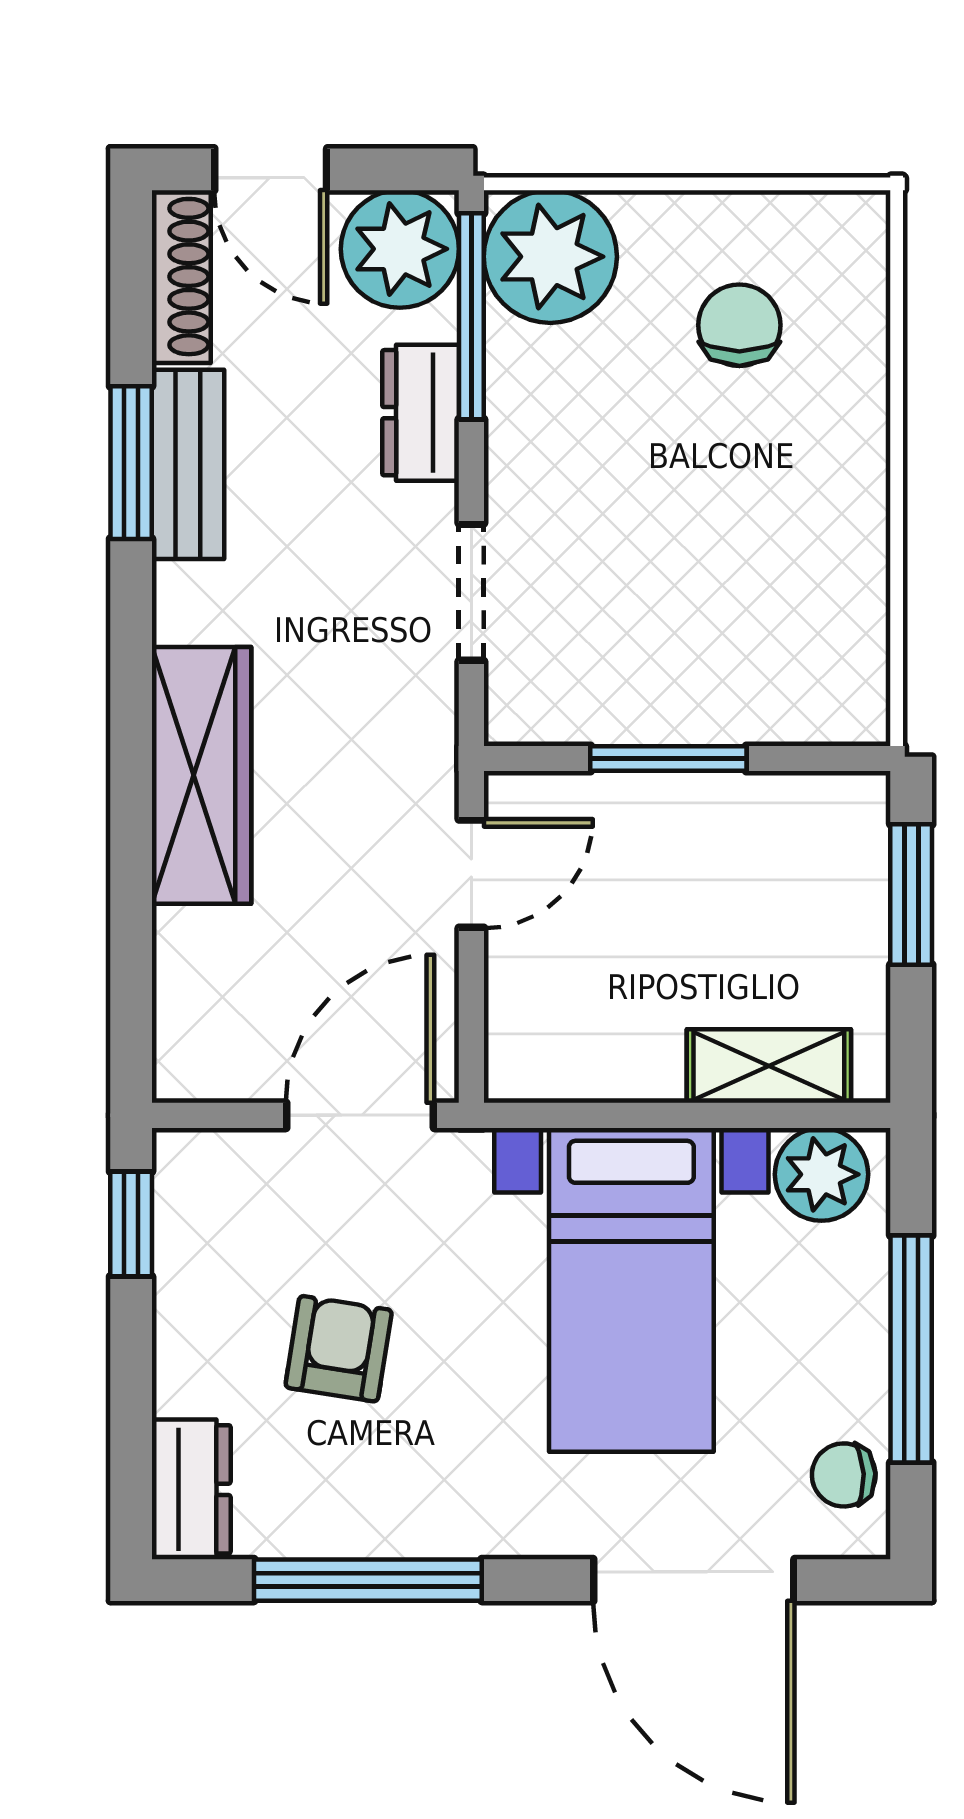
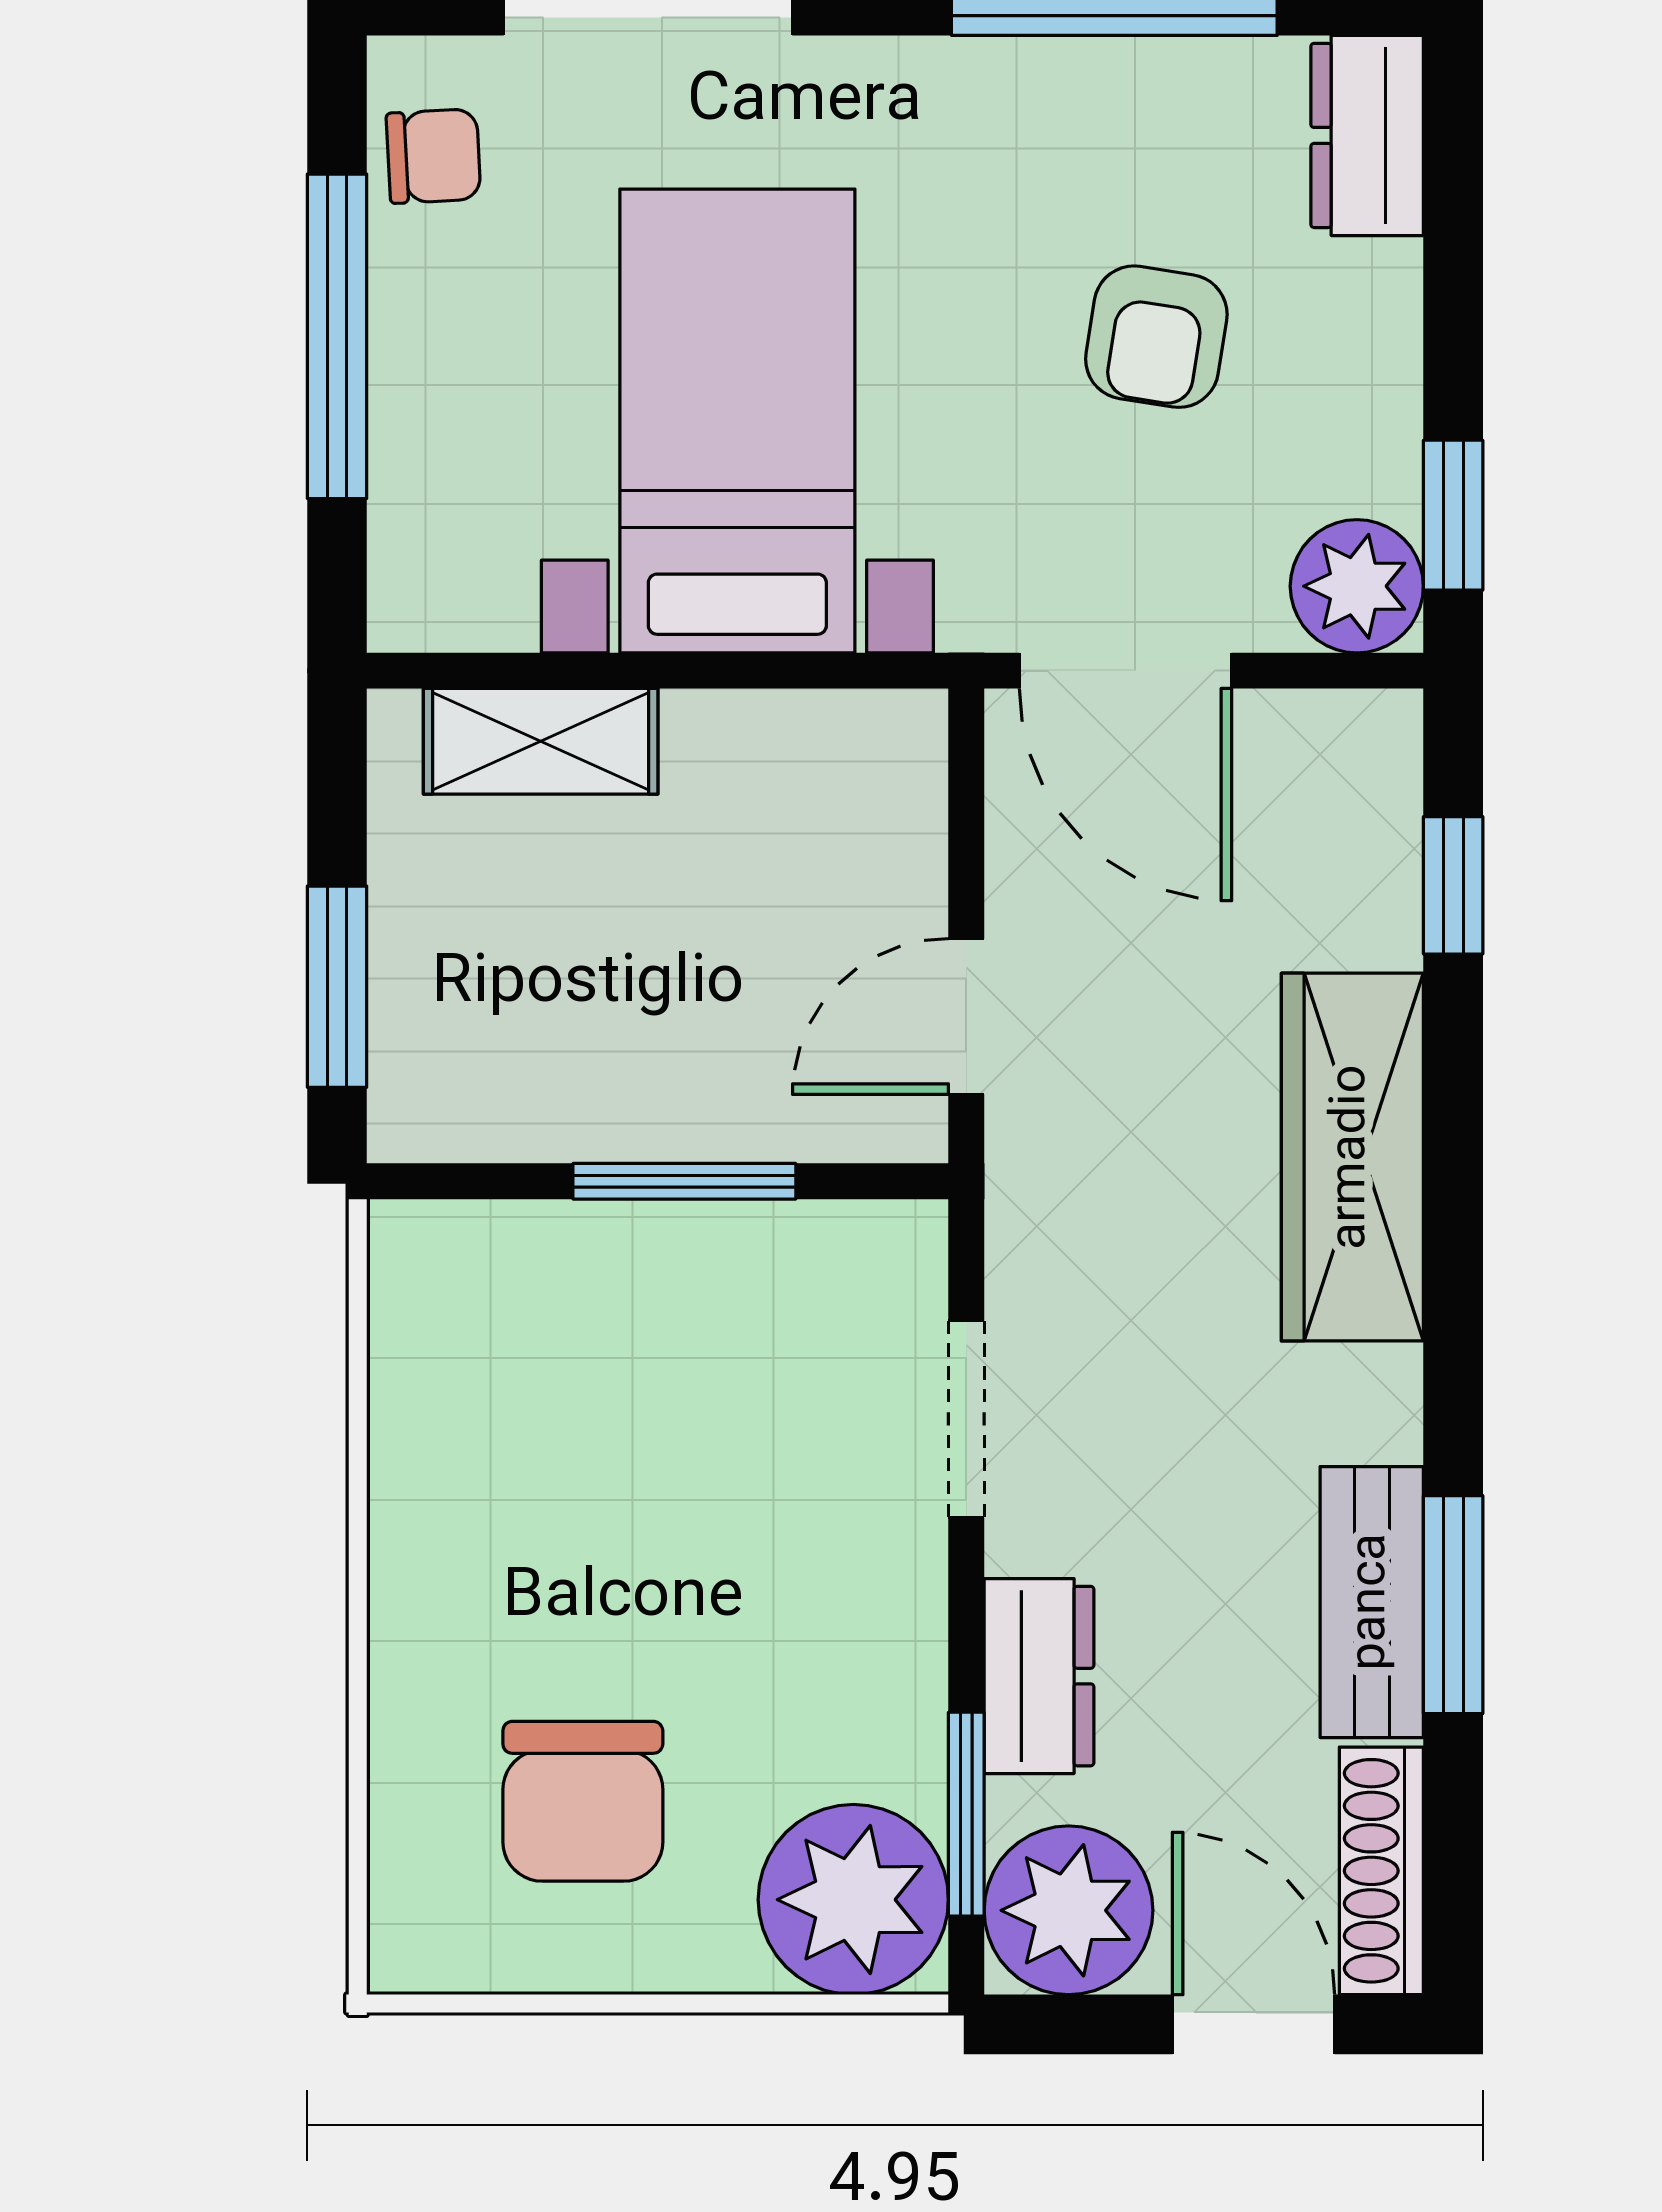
window: (471, 316) -> (966, 1814), width x0.69
chair: (739, 325) -> (583, 1801), width x1.37, depth x1.37
window: (131, 965) -> (1453, 885), added
door: (360, 1115) -> (1126, 671), hinge flipped
plant: (821, 1174) -> (1357, 586), moved

